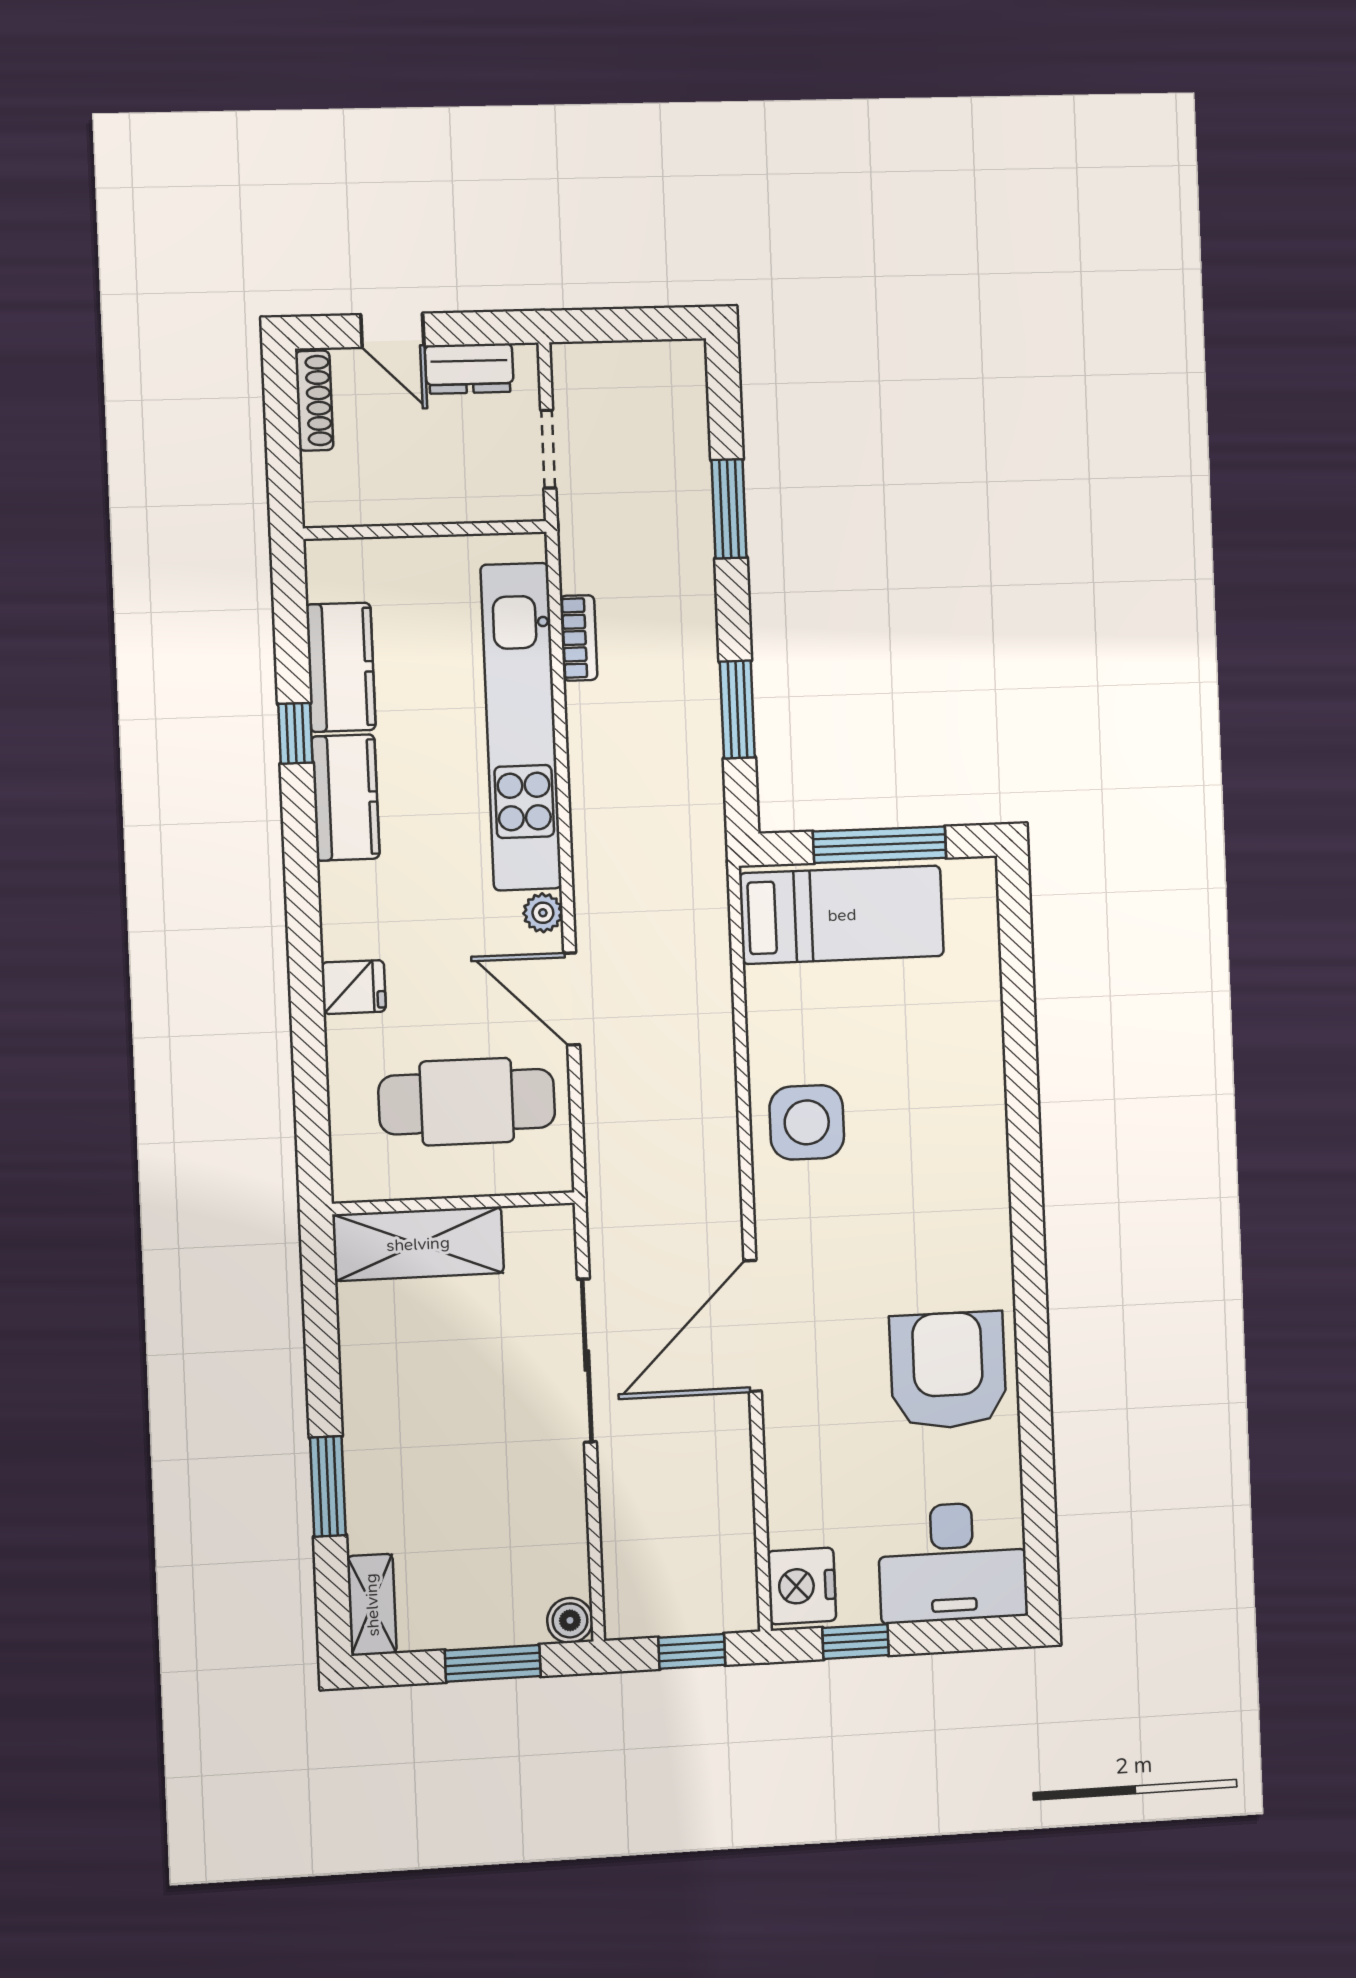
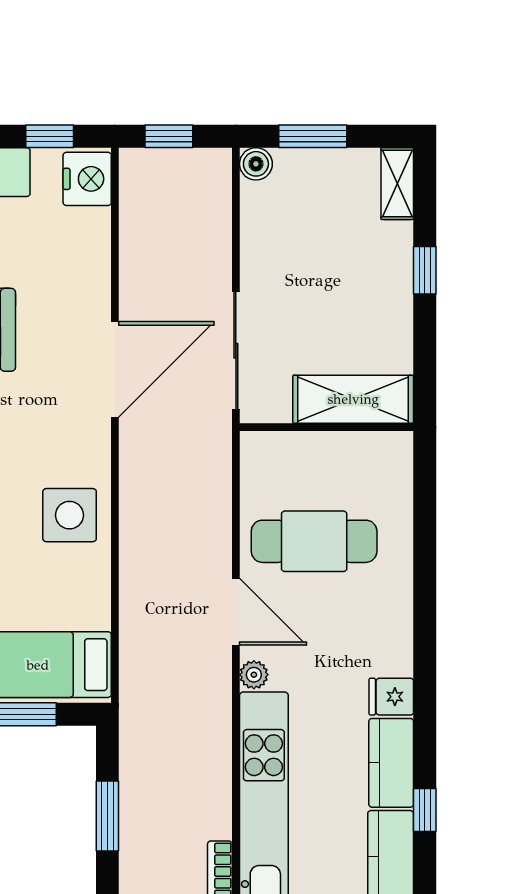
fridge: (354, 987) -> (391, 697), moved
wall: (454, 1203) -> (327, 427), moved
shelving: (418, 1244) -> (353, 399), moved
window: (328, 1486) -> (425, 270), width x0.67

